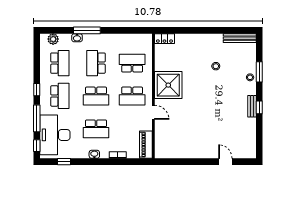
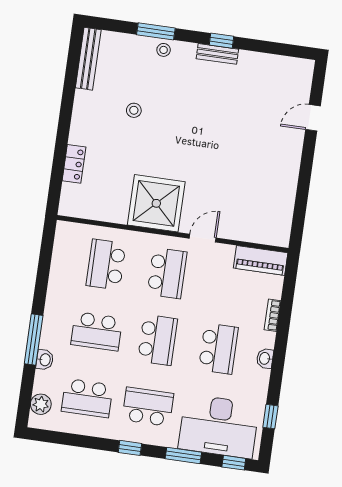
locker: (164, 39) -> (74, 164), moved
school desk: (60, 63) -> (87, 398), turned 180
window: (37, 118) -> (183, 456), width x0.69

